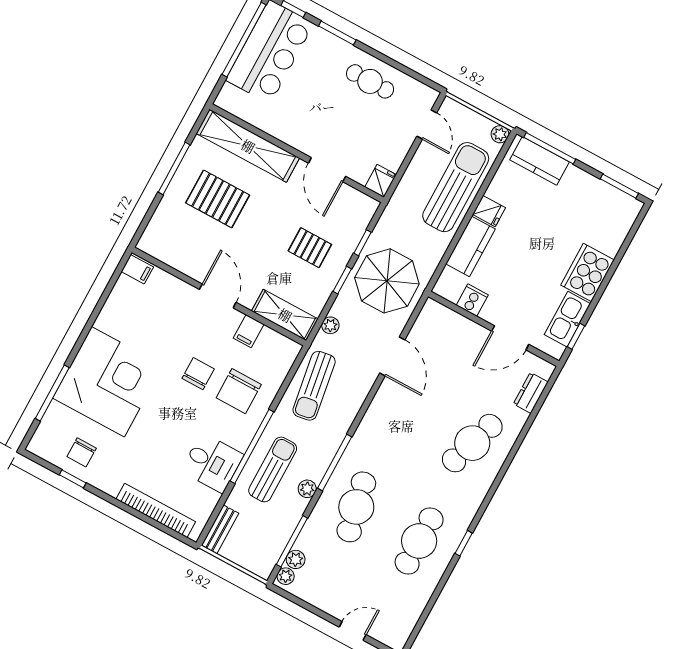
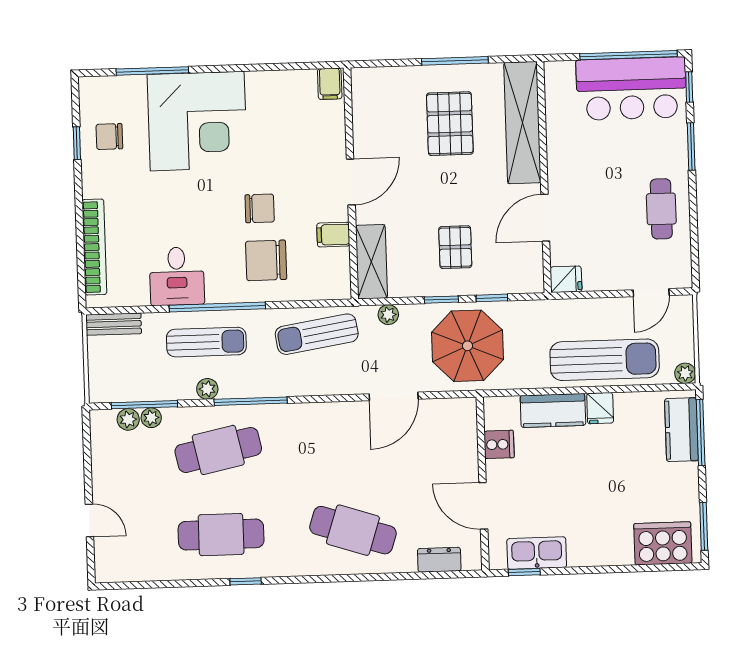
cooker: (587, 272) -> (663, 543), moved
plant: (286, 576) -> (151, 418), moved

